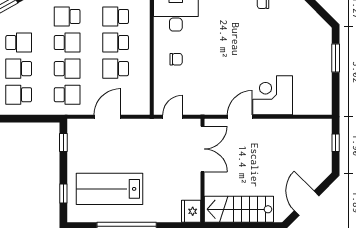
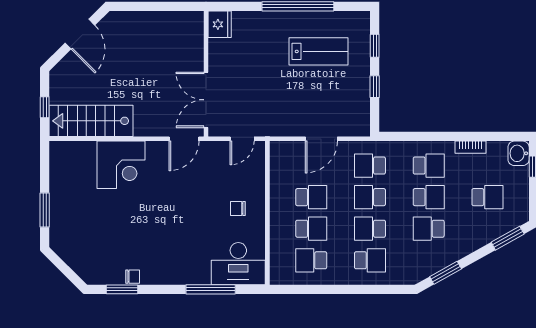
school desk: (116, 16) -> (311, 260), turned 180
door: (240, 117) -> (184, 139), moved
window: (63, 142) -> (375, 87), moved
lab bench: (110, 189) -> (319, 51), width x0.73, depth x0.72
stairs: (239, 209) -> (91, 121), moved, turned 180

